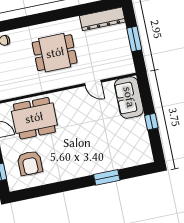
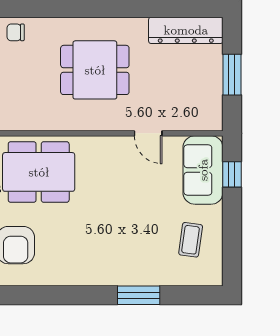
window: (151, 122) -> (232, 174), moved
coffee table: (130, 139) -> (191, 240), added

